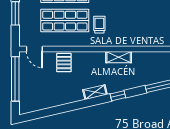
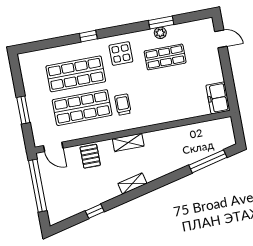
shelving: (119, 57) -> (128, 142), moved
window: (118, 96) -> (95, 211), moved

